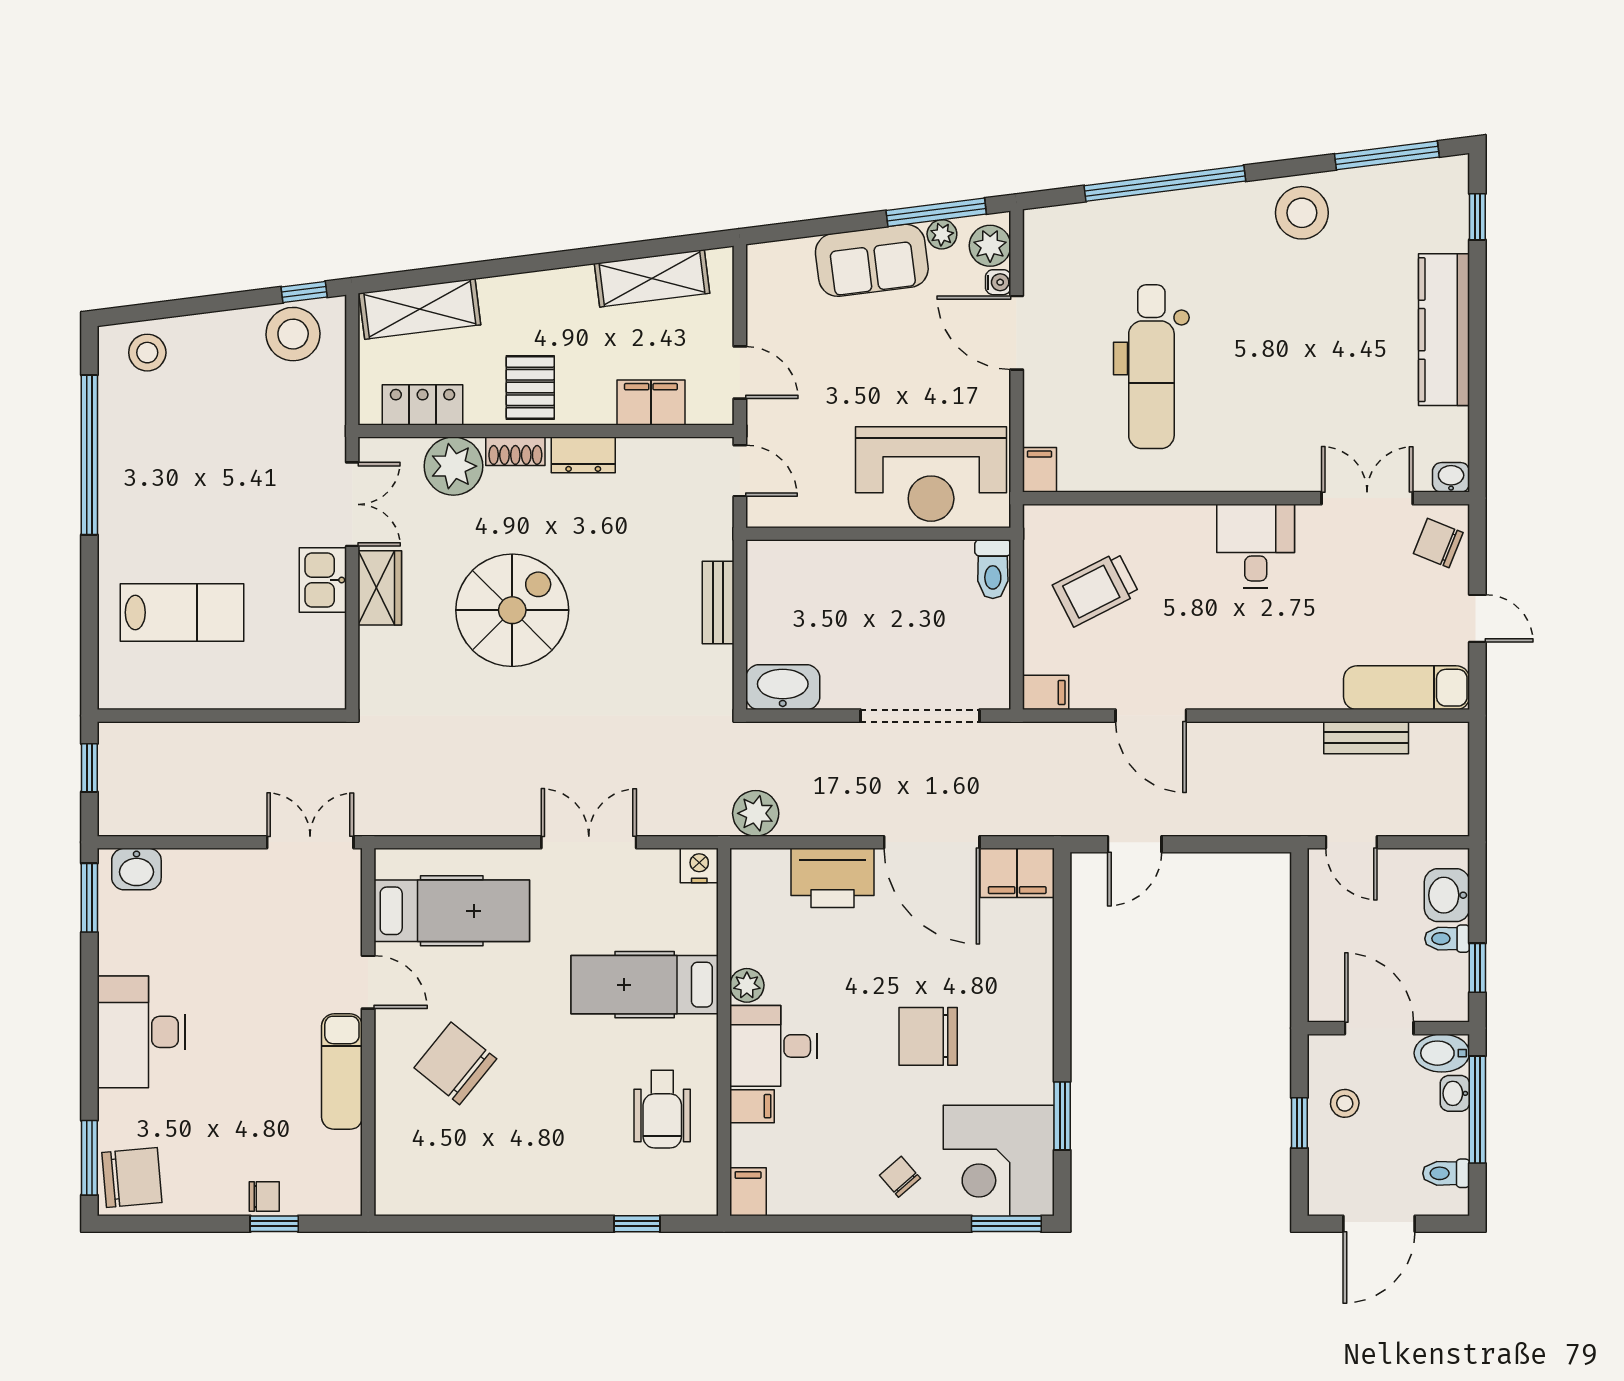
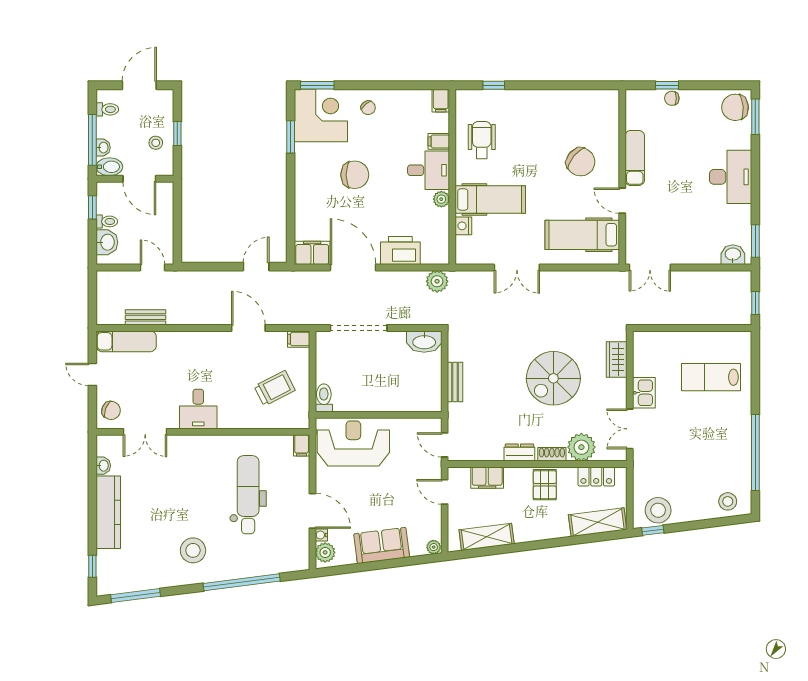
window: (936, 212) -> (351, 568), removed
stool: (1302, 213) -> (193, 550), moved
plant: (942, 234) -> (434, 547), moved
washbasin: (1451, 477) -> (103, 466), moved, turned -90
wardrobe: (380, 588) -> (617, 359), moved
nightstand: (699, 866) -> (463, 226), moved, turned 90

